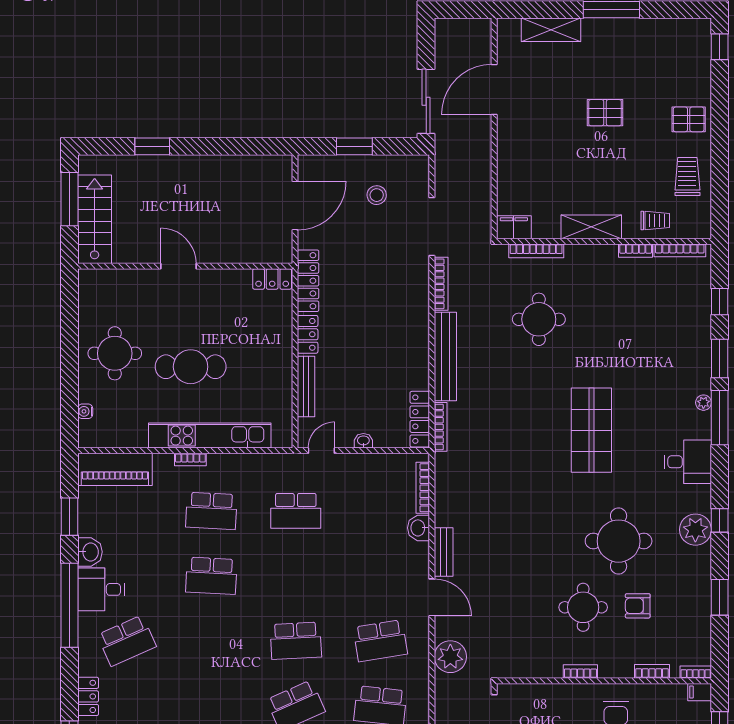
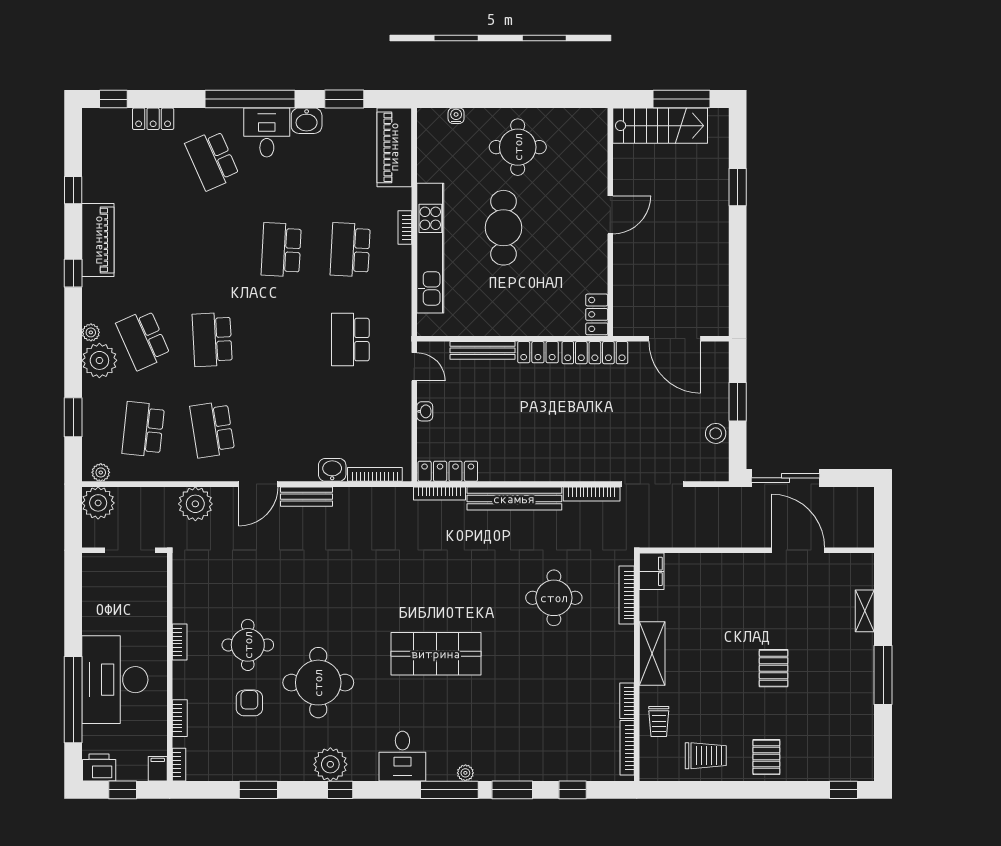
shelving: (551, 30) -> (865, 611), width x0.67, depth x0.75
stool: (377, 195) -> (716, 433), moved

